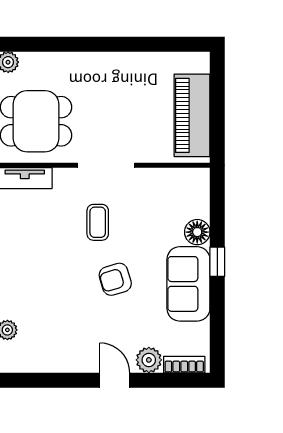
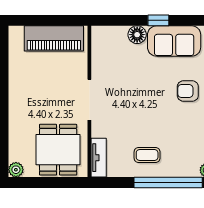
coffee table: (98, 222) -> (147, 155), moved
armchair: (115, 279) -> (188, 91), moved, turned 107

